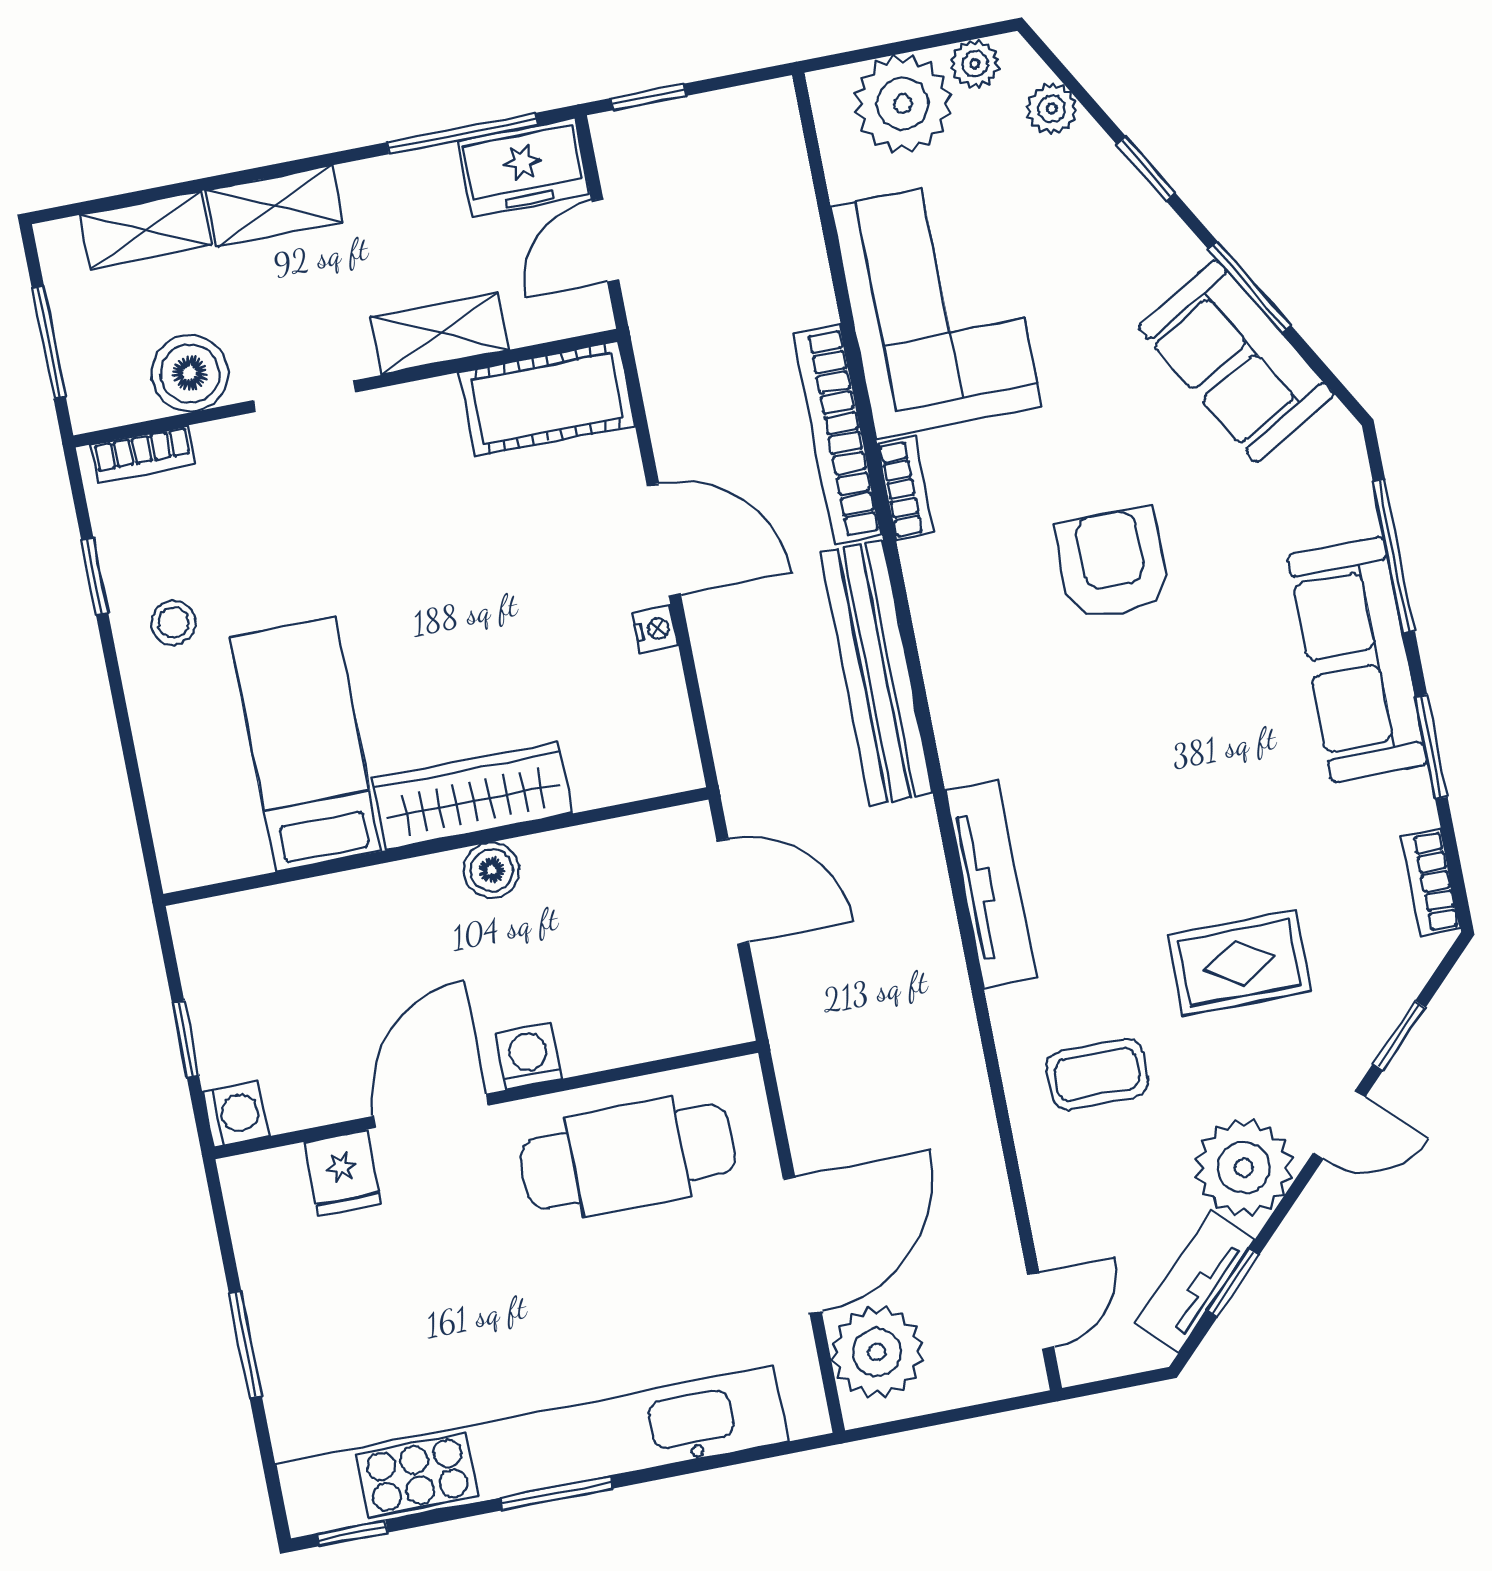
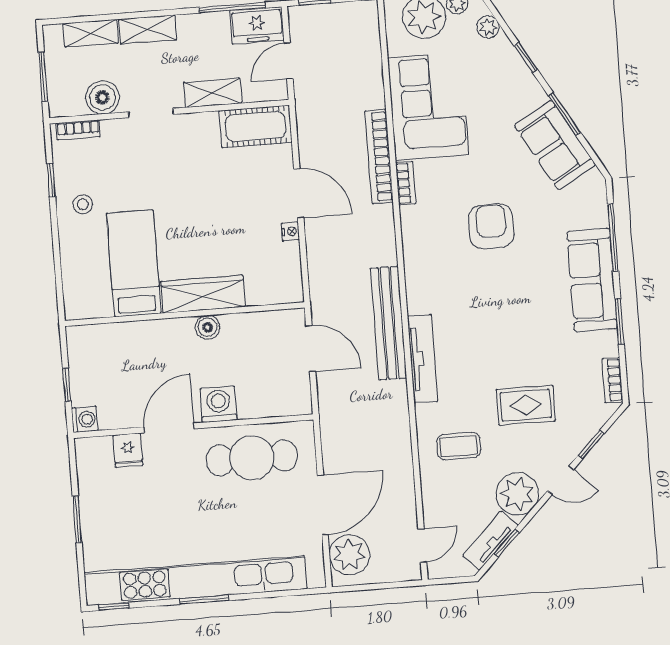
bench: (876, 673) -> (388, 323), moved
washing machine: (529, 1056) -> (218, 404), width x1.38, depth x1.38

